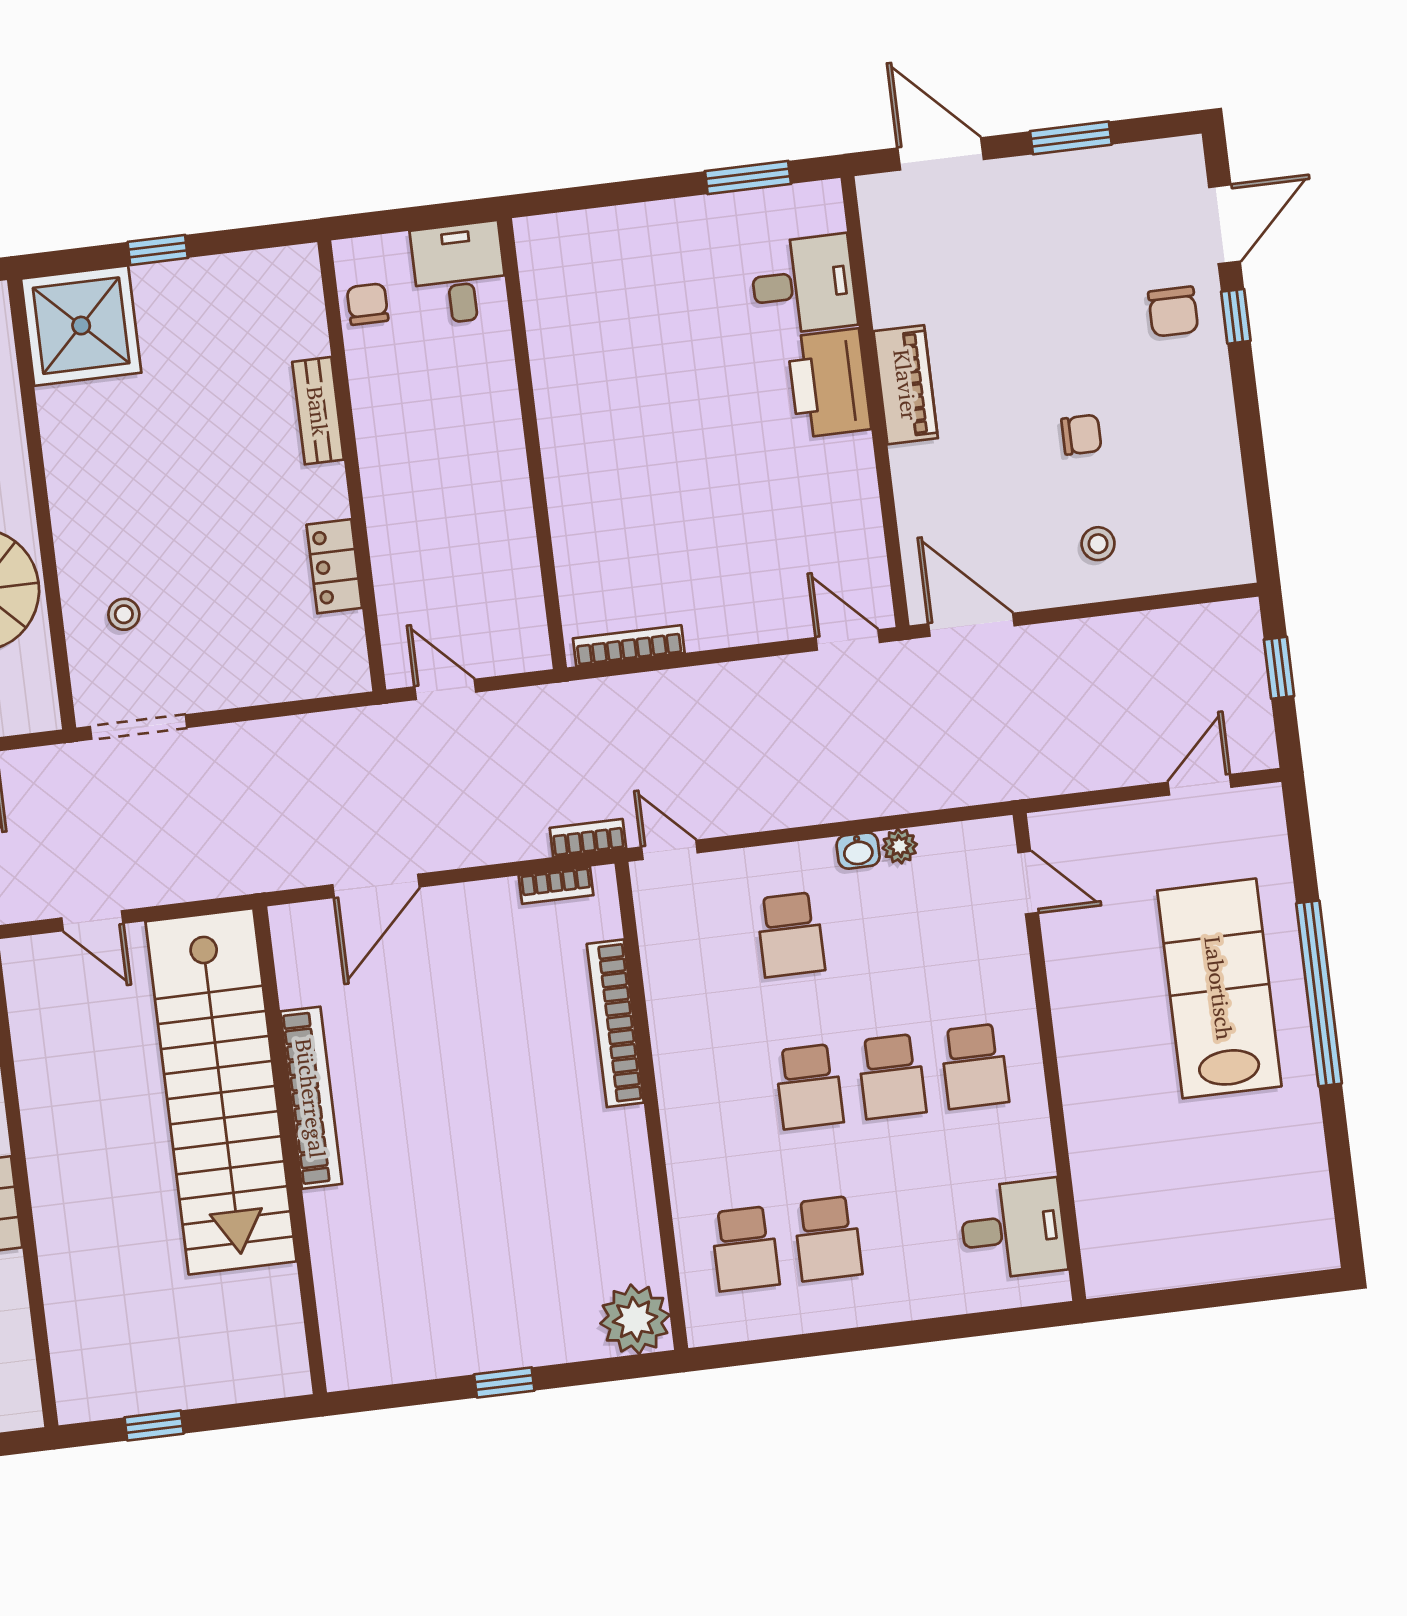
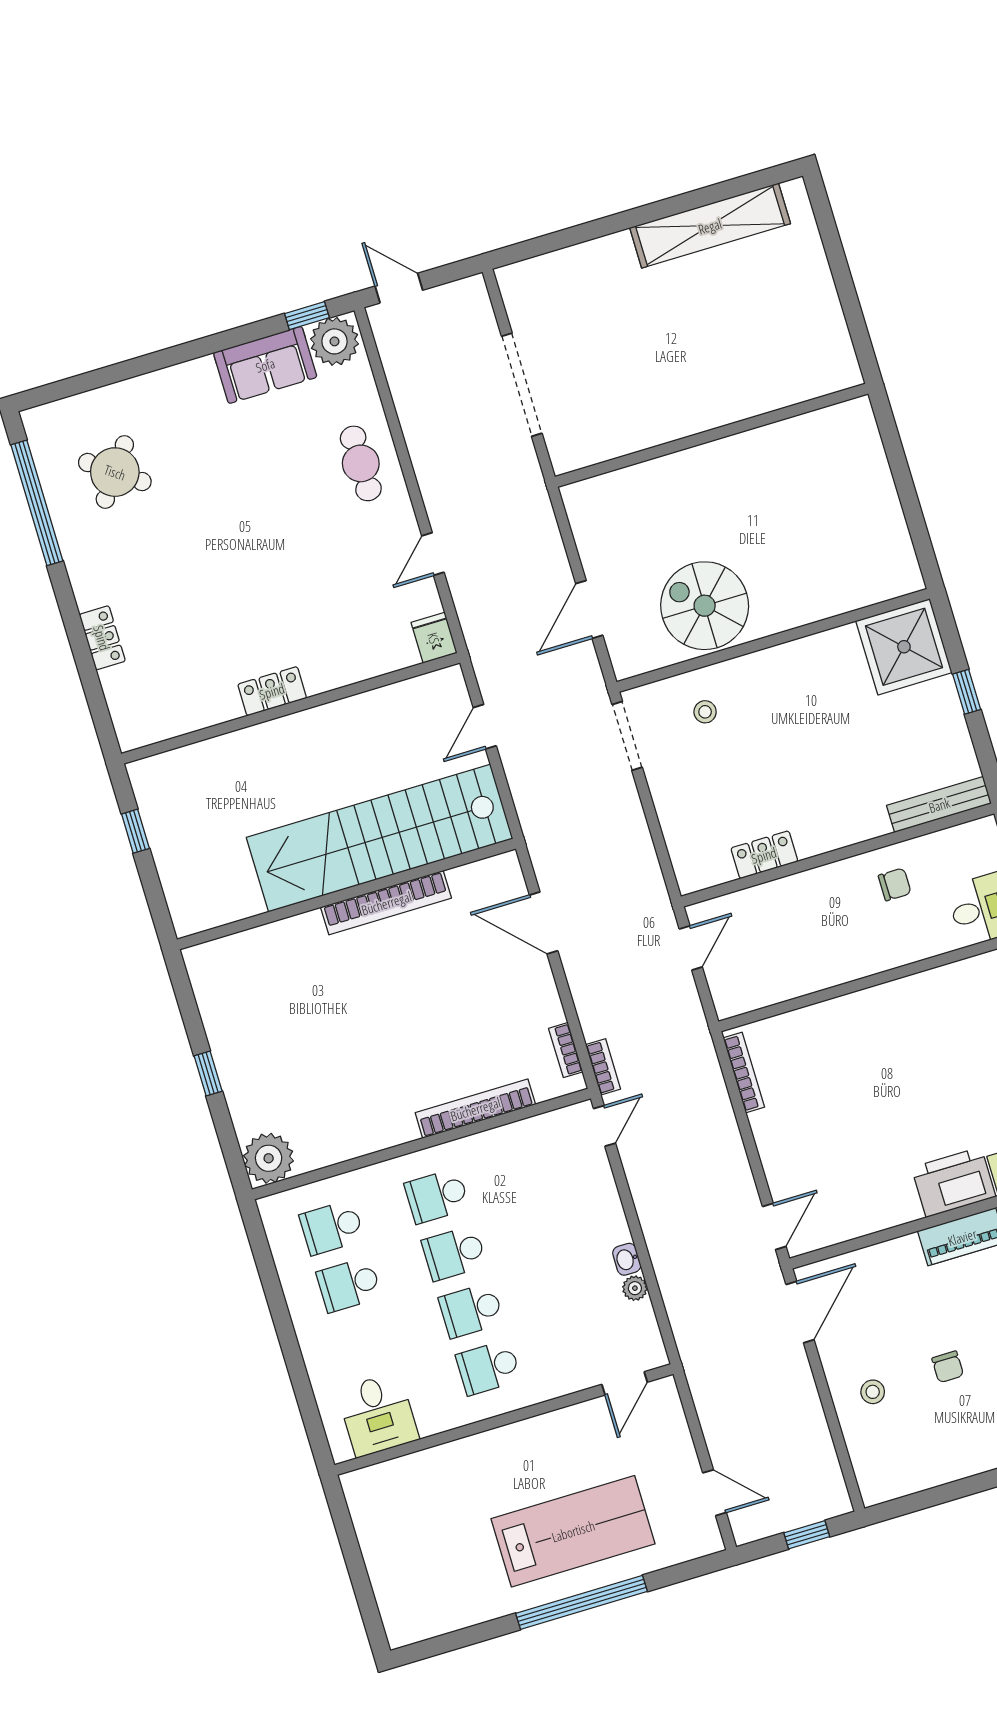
chair: (368, 304) -> (895, 884), moved
bench: (318, 411) -> (939, 805), moved, width x1.36
school desk: (790, 935) -> (437, 1196), moved

